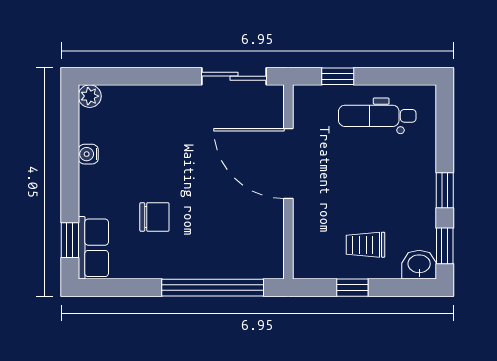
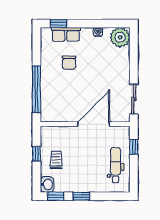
plant: (90, 96) -> (120, 37), width x1.88, depth x1.88
row of seats: (93, 248) -> (66, 34), moved

